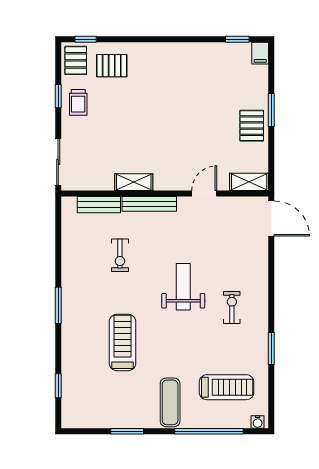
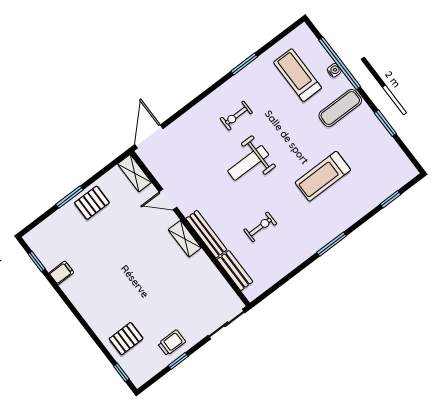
filing cabinet: (260, 53) -> (61, 273), moved
pallet: (76, 60) -> (142, 368), removed
pallet: (112, 66) -> (126, 339), turned 90
shelving: (134, 182) -> (185, 239), moved
water cooler: (258, 422) -> (334, 70), moved

